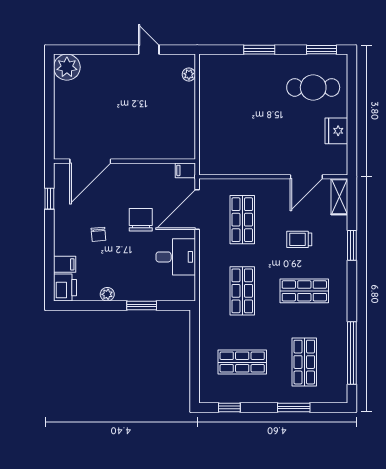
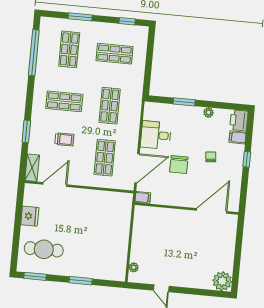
window: (49, 199) -> (247, 159), moved

